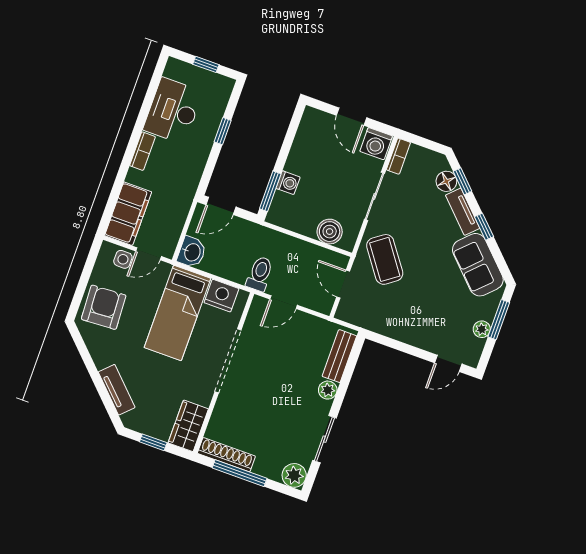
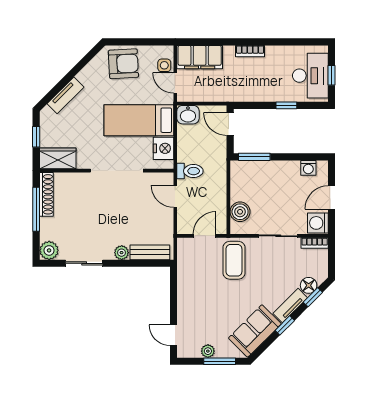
desk: (173, 111) -> (310, 76), moved, turned 90
washing machine: (288, 183) -> (308, 168), moved
coffee table: (385, 259) -> (234, 260), turned -54

